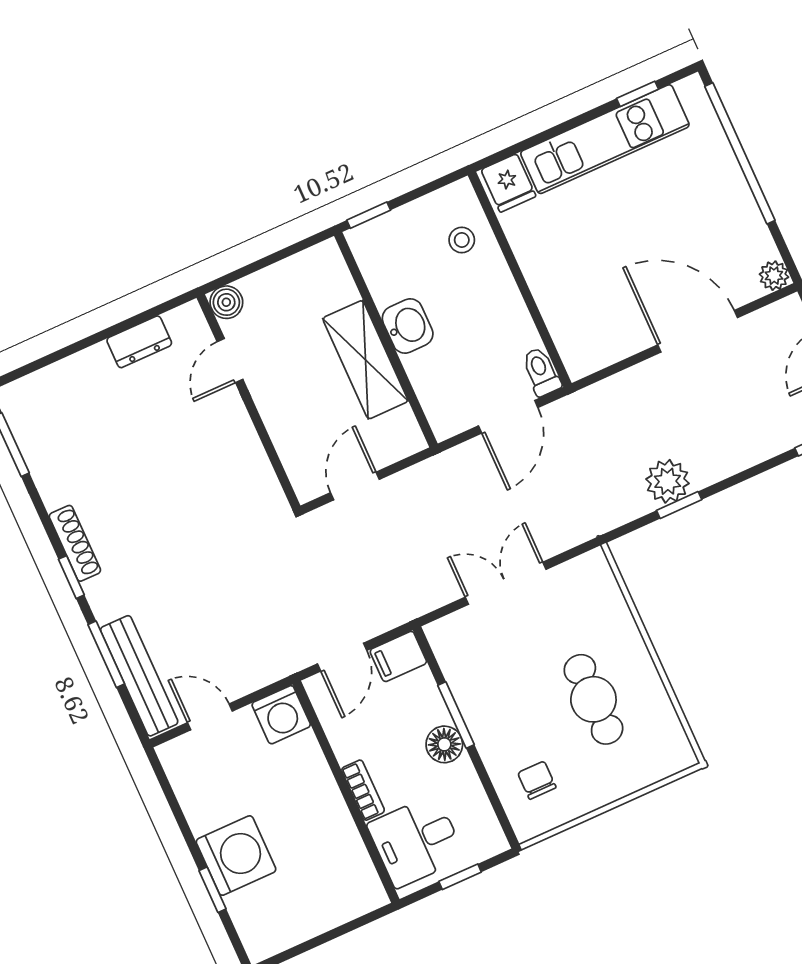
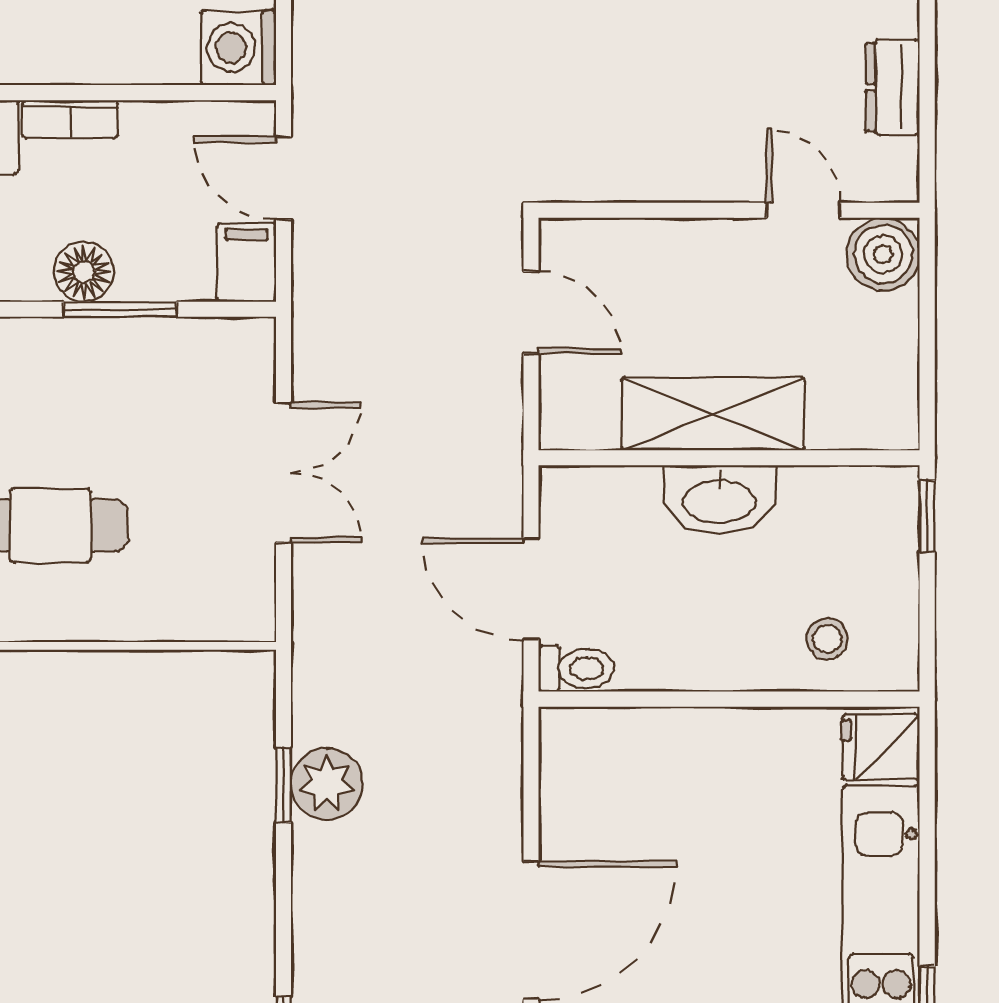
boiler: (226, 302) -> (883, 254), width x1.36, depth x1.36
washbasin: (408, 326) -> (719, 500), width x1.38

